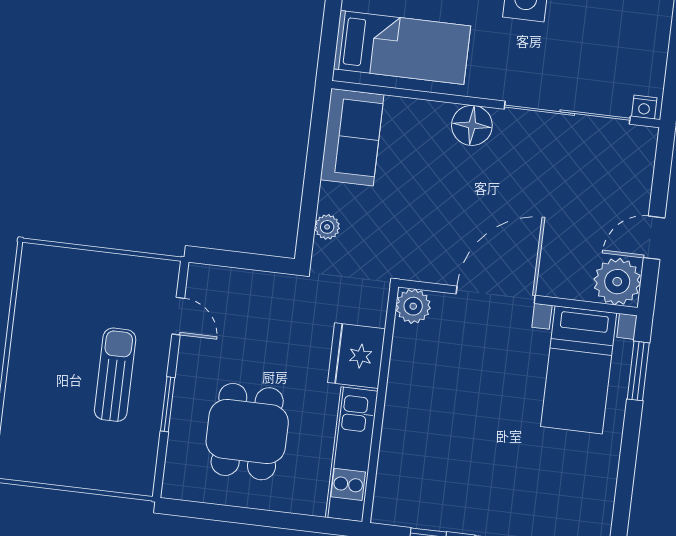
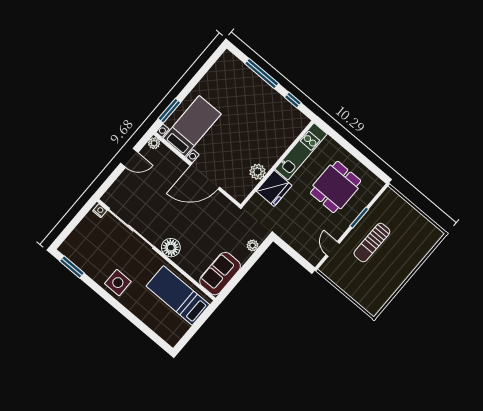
plant: (617, 282) -> (154, 143), width x0.53, depth x0.53
plant: (413, 306) -> (258, 172), moved

